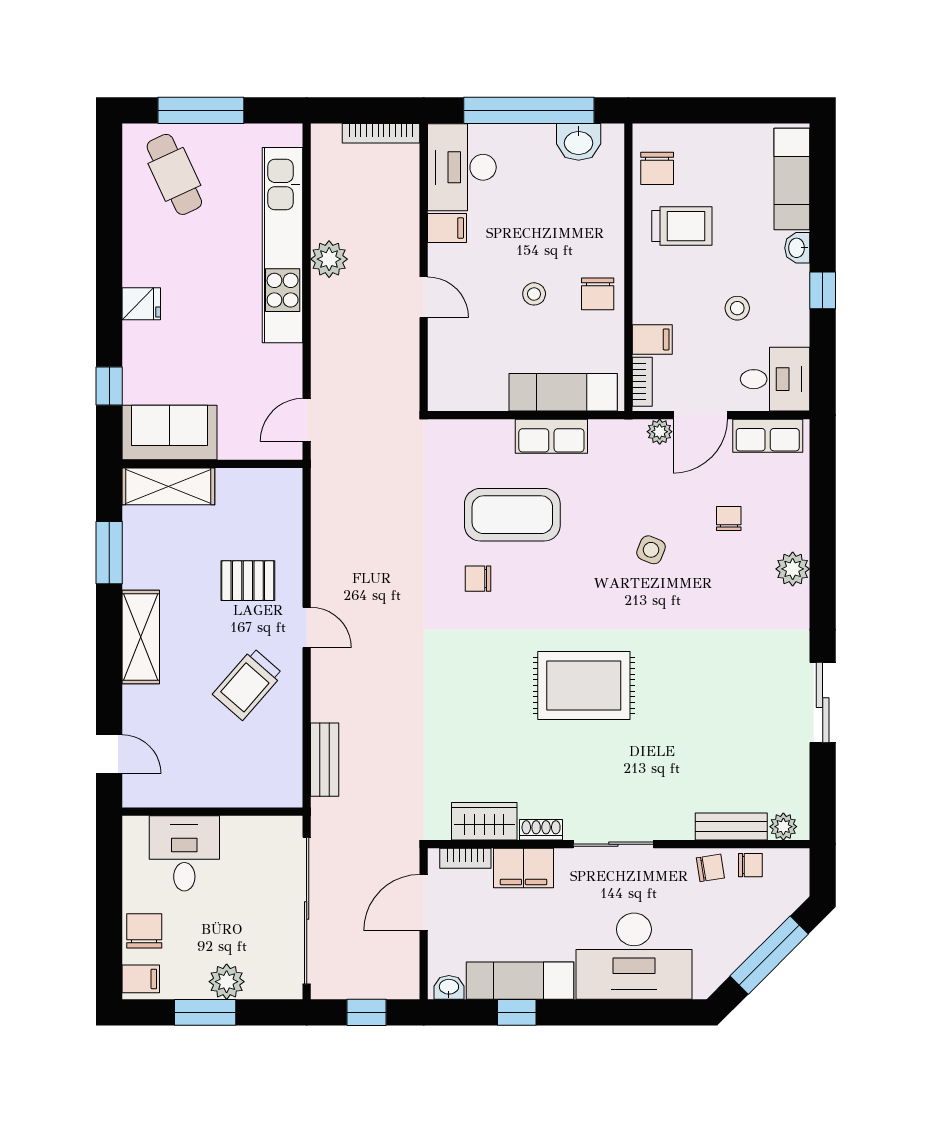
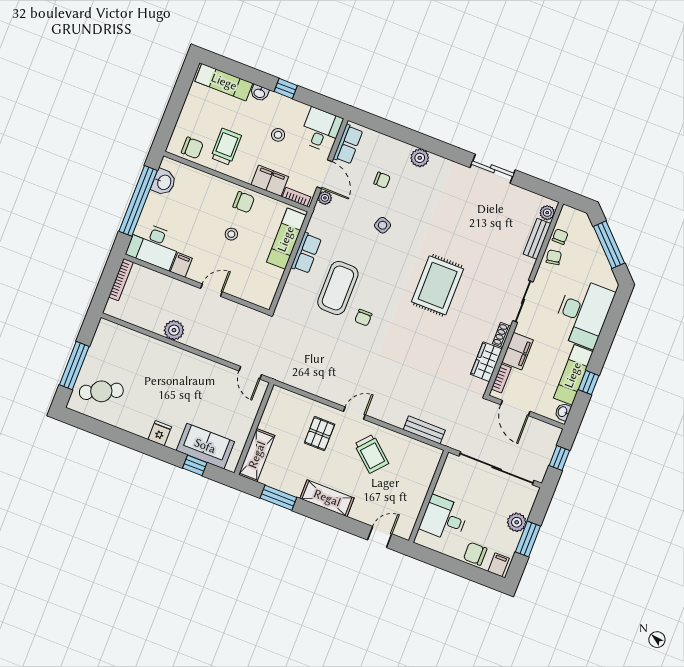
kitchen unit: (283, 245) -> (158, 351), removed
filing cabinet: (652, 339) -> (270, 181), width x2.00
sofa: (169, 433) -> (205, 446), moved, turned 90
chair: (729, 519) -> (382, 180), turned 180

